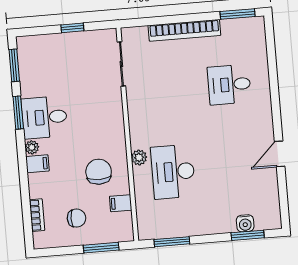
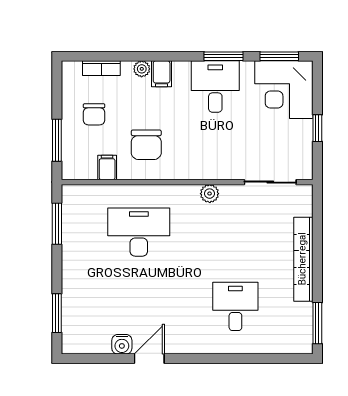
corner desk: (42, 59) -> (284, 90), added
plant: (32, 147) -> (142, 69), moved
door: (280, 154) -> (149, 359), hinge flipped
plant: (139, 157) -> (210, 194), moved
chair: (99, 172) -> (146, 145), turned 90
water cooler: (245, 223) -> (122, 344), moved, turned -90

